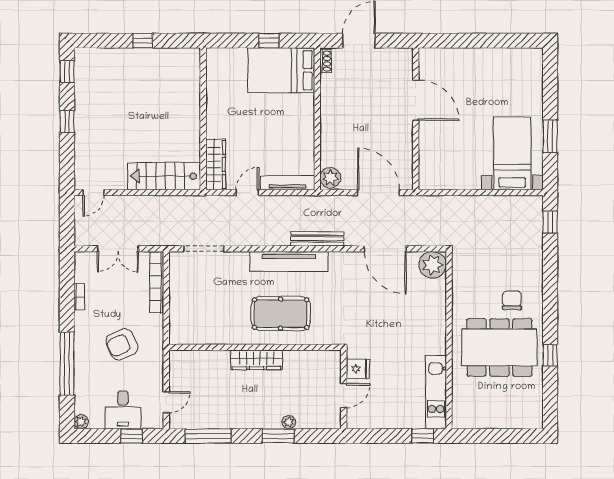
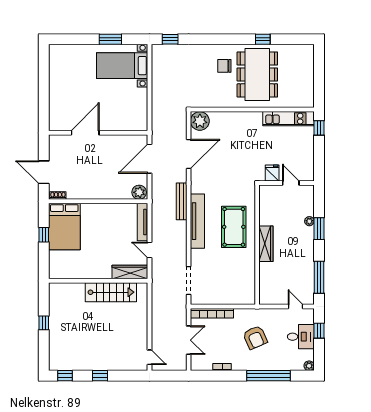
stairs: (164, 176) -> (111, 292), moved, turned -90

